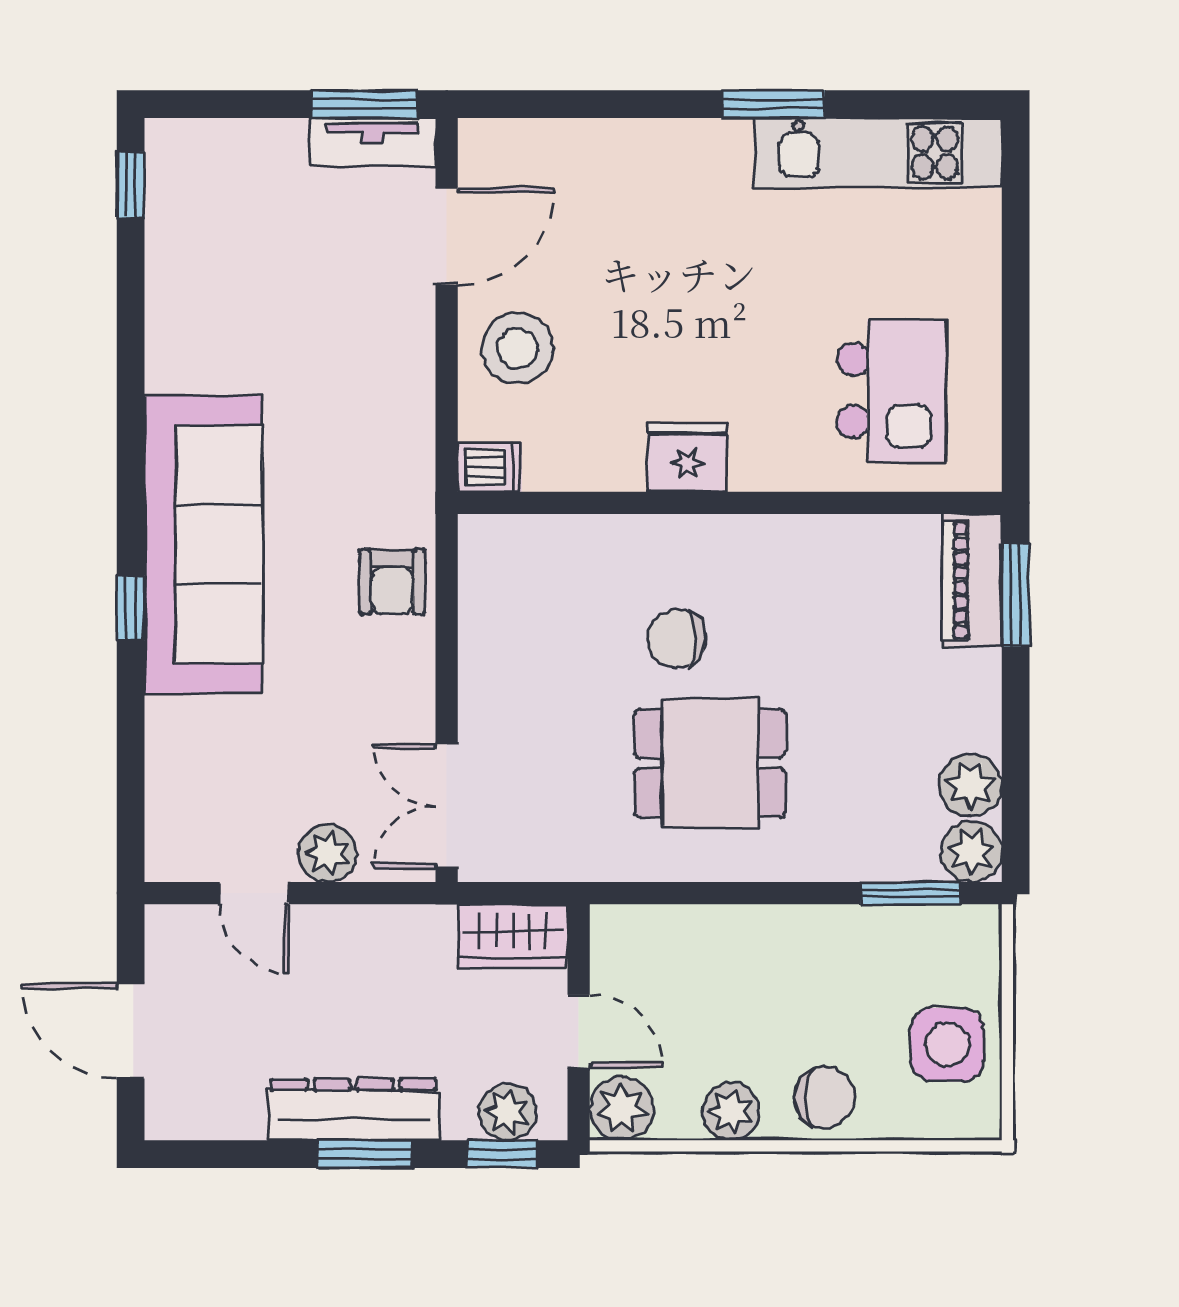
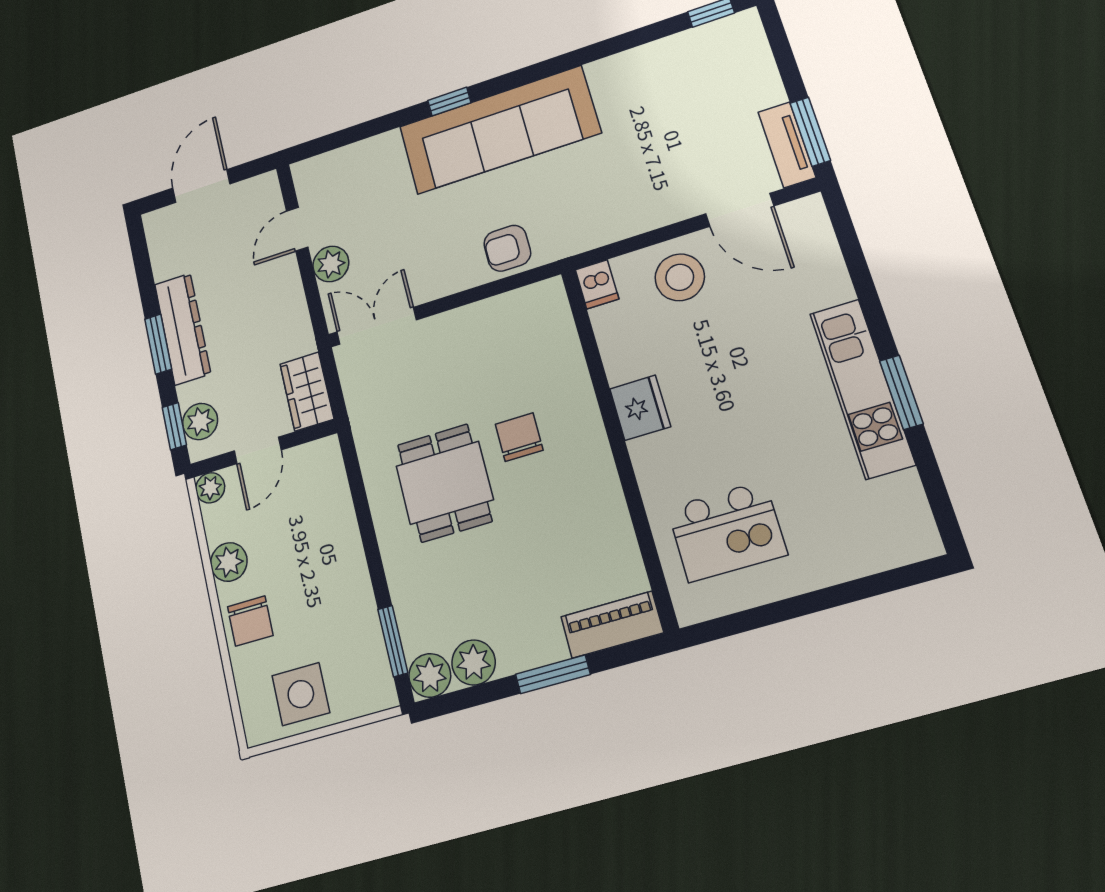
kitchen unit: (878, 153) -> (862, 388), moved
window: (1016, 595) -> (553, 674), moved
plant: (622, 1108) -> (210, 488), width x0.73, depth x0.73

